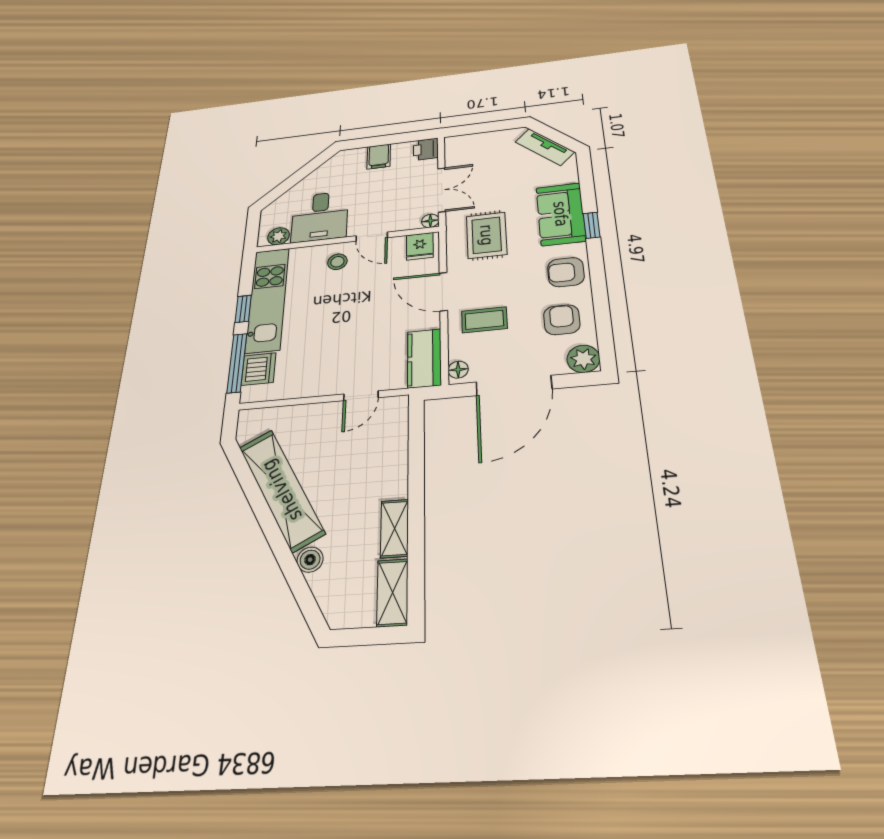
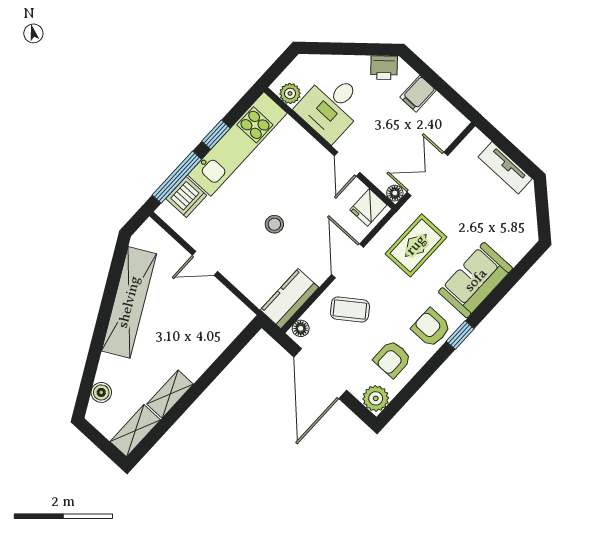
tv unit: (545, 147) -> (505, 168), moved, turned -43
printer: (426, 149) -> (384, 68), moved, turned -131
double door: (442, 190) -> (427, 174), swing flipped
window: (592, 225) -> (460, 335), moved
stool: (337, 262) -> (274, 224), moved
coffee table: (484, 320) -> (350, 309), turned -36
armchair: (562, 320) -> (392, 359), turned 180
door: (514, 385) -> (320, 374), hinge flipped
door: (361, 396) -> (205, 263), moved
boiler: (310, 560) -> (101, 392), moved

